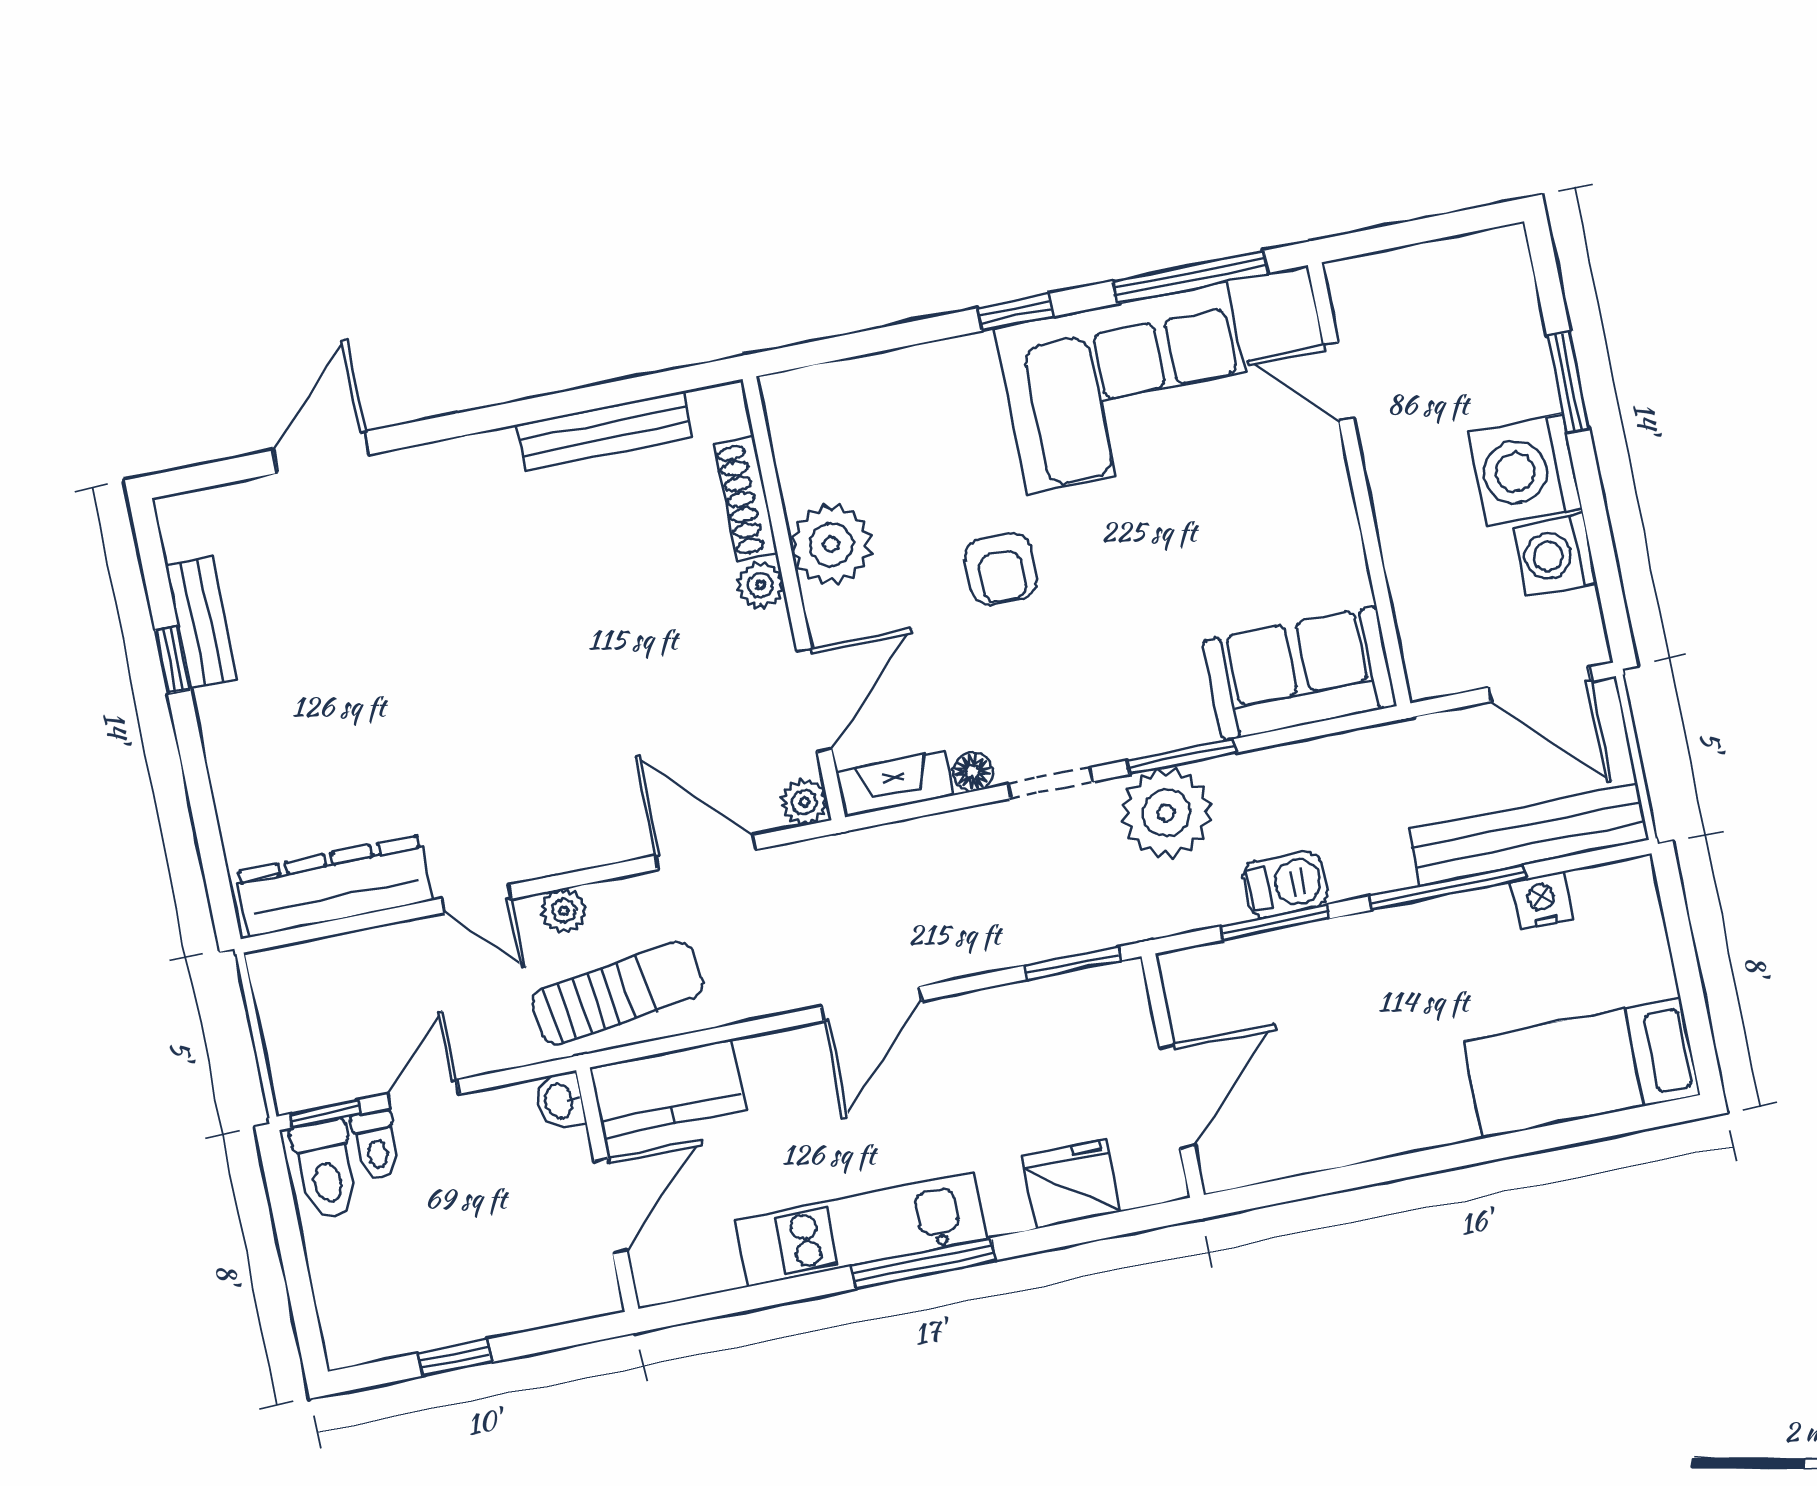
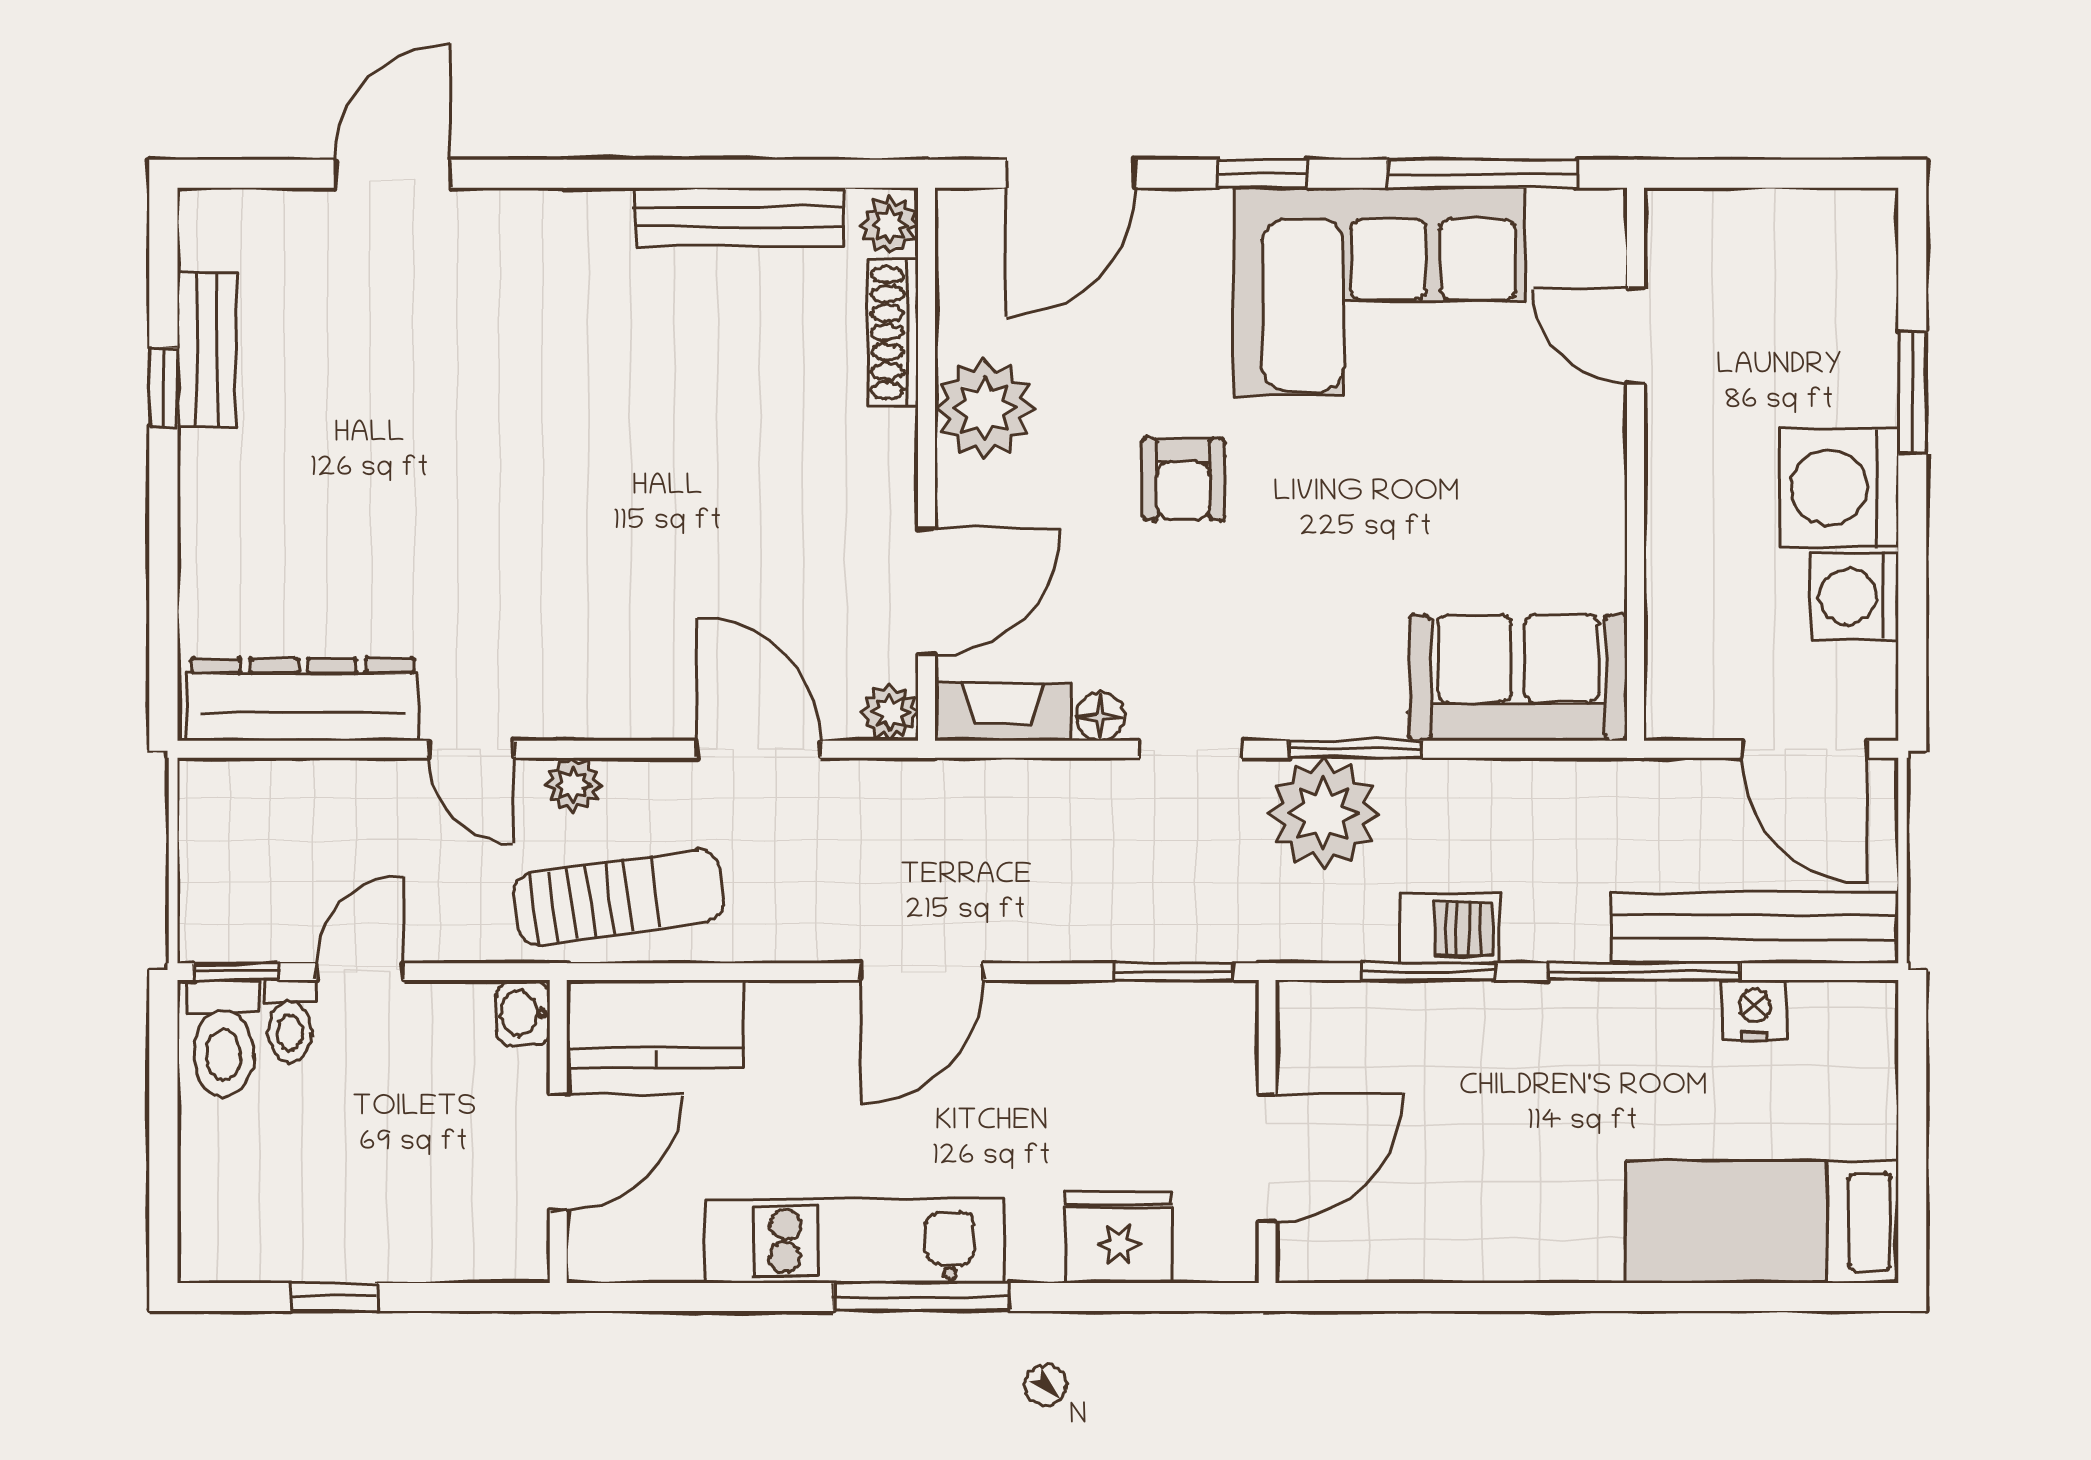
door: (862, 343) -> (1071, 174), added
plant: (761, 585) -> (890, 225), moved

